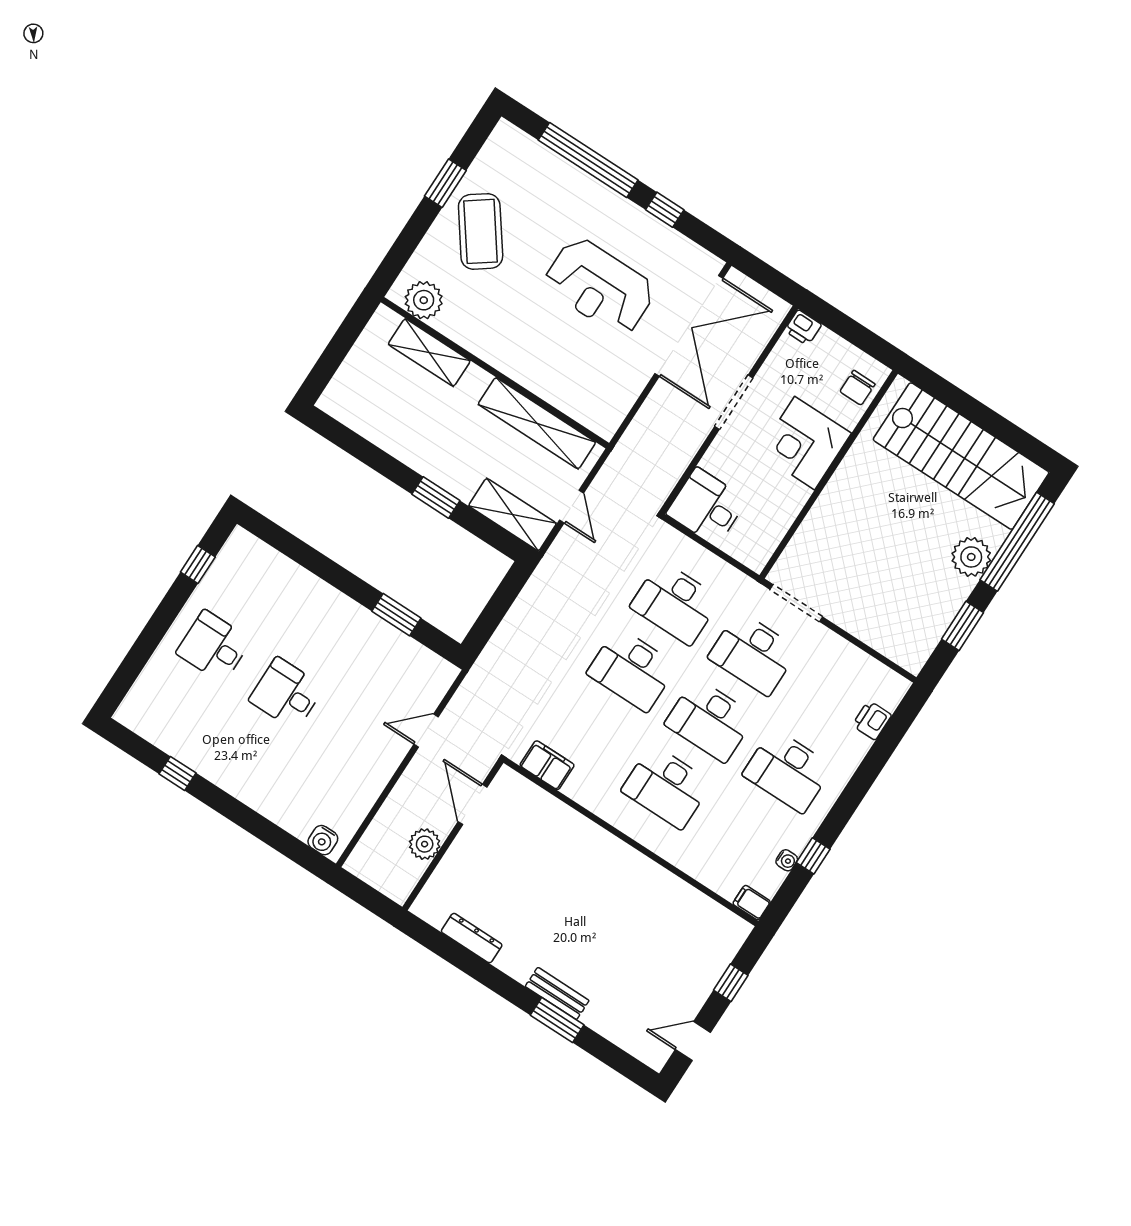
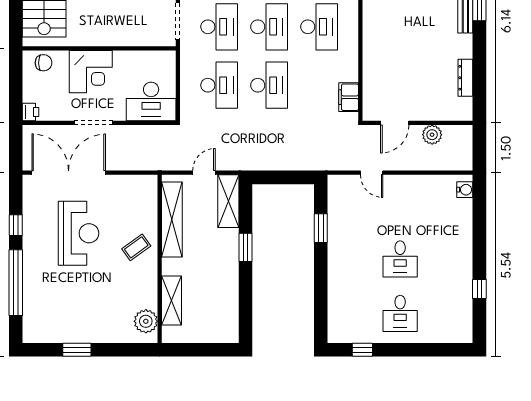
coffee table: (481, 231) -> (136, 247), moved, width x0.54, depth x0.58
desk: (707, 507) -> (151, 102), width x1.37

